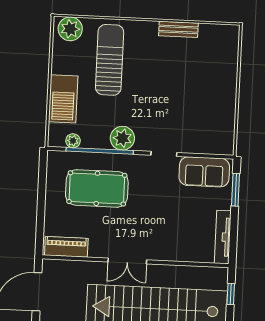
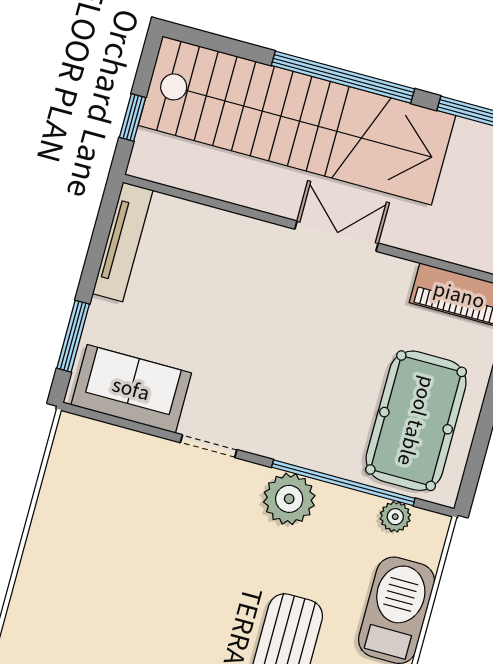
pool table: (97, 188) -> (416, 421), moved, turned 90

